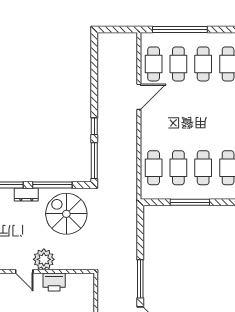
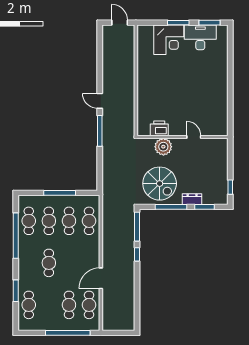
cafe table: (203, 64) -> (49, 263), moved
plant: (44, 259) -> (163, 147), moved
printer: (54, 282) -> (159, 128), moved

